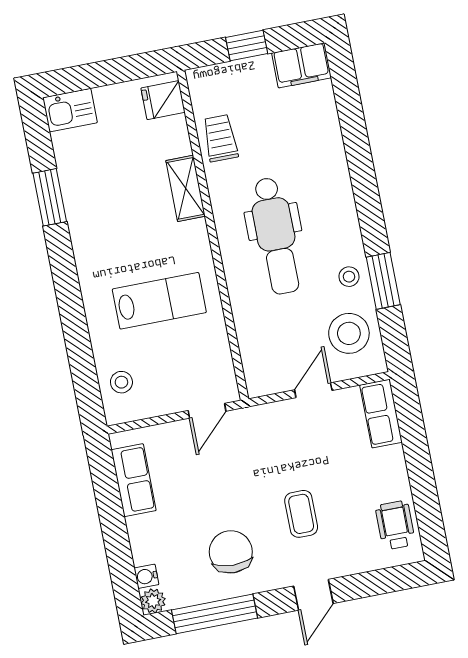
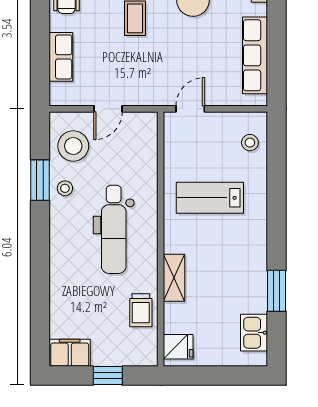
kitchen sink: (70, 110) -> (254, 333), moved, turned -90
dental chair: (276, 236) -> (114, 229), turned 180
row of seats: (381, 414) -> (61, 57), moved
row of seats: (134, 480) -> (255, 55), width x1.48

